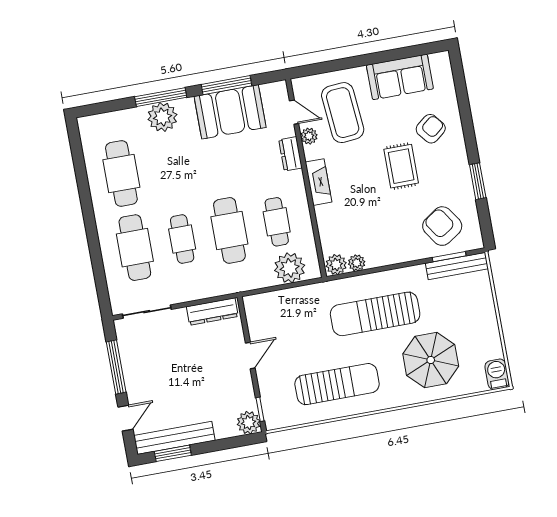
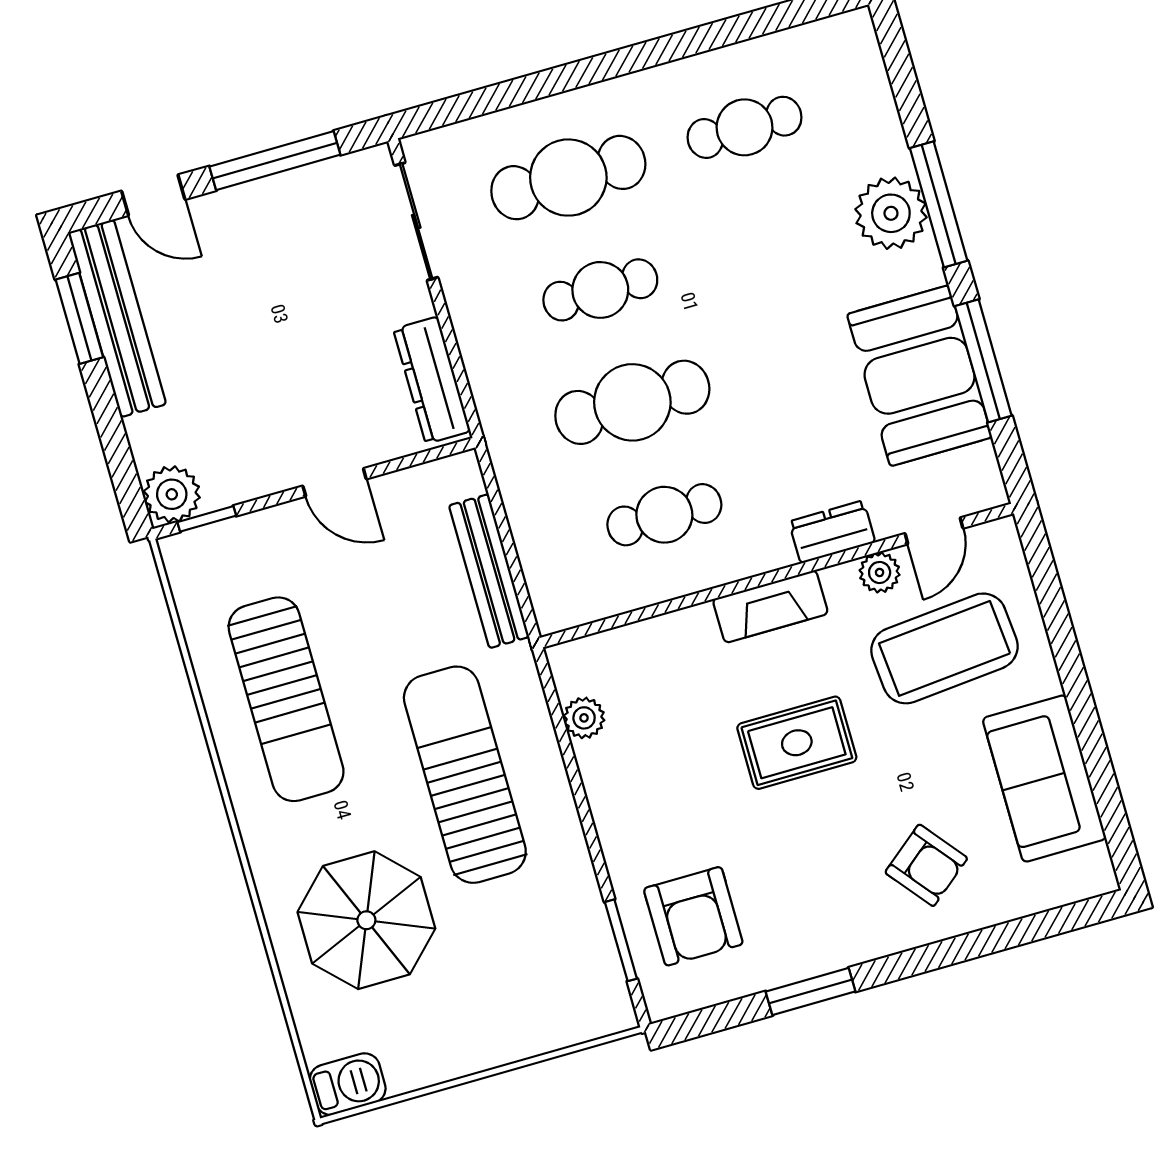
rug: (401, 166) -> (797, 743), moved
cafe table: (121, 173) -> (745, 127), width x0.73, depth x0.74
armchair: (442, 226) -> (693, 916), turned 124
plant: (336, 265) -> (575, 669), removed
bench: (457, 266) -> (489, 571), moved
plant: (290, 268) -> (556, 557), removed

